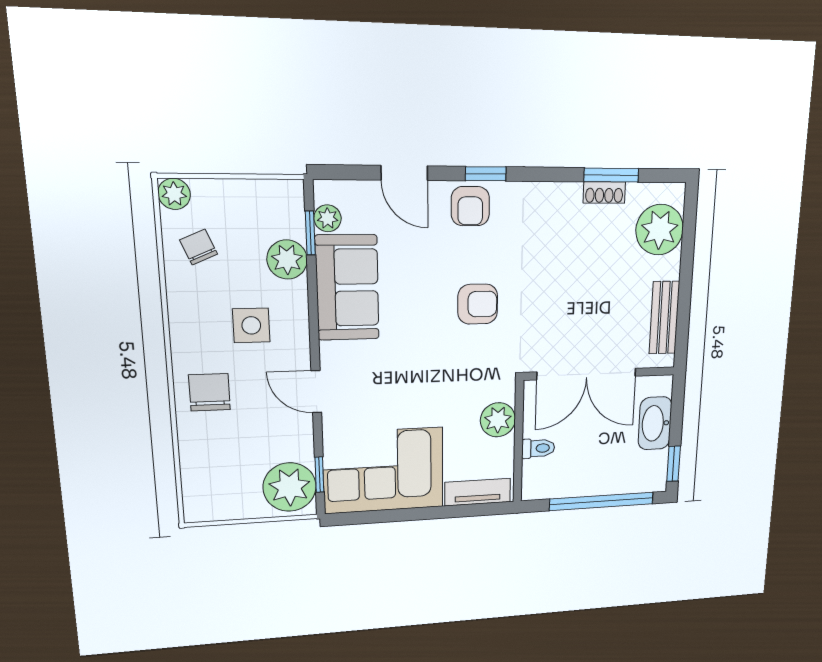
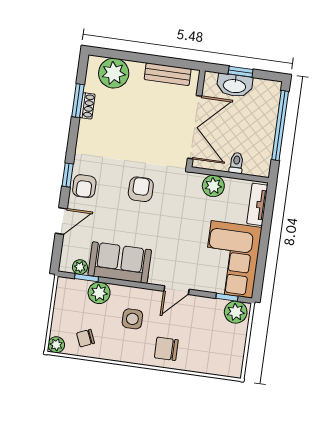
armchair: (470, 206) -> (84, 186), turned 90
window: (674, 464) -> (241, 72), moved
plant: (290, 487) -> (236, 312), width x0.73, depth x0.73

